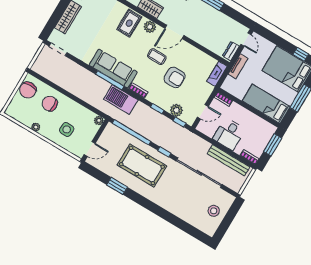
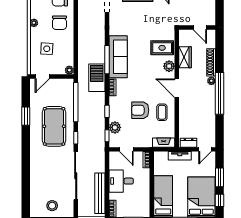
window: (280, 42) -> (219, 177), added
coffee table: (157, 57) -> (162, 112), moved
armchair: (175, 77) -> (140, 110), turned 90
chair: (50, 104) -> (59, 23), turned 180
door: (90, 149) -> (42, 76), hinge flipped

